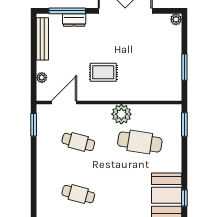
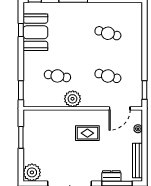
plant: (176, 19) -> (32, 172), width x1.88, depth x1.88
cafe table: (140, 142) -> (57, 76), width x0.73, depth x0.74

